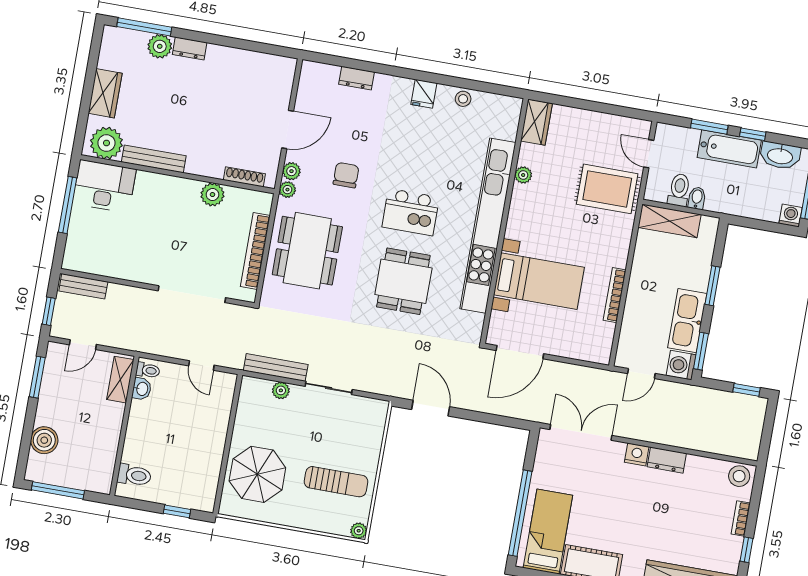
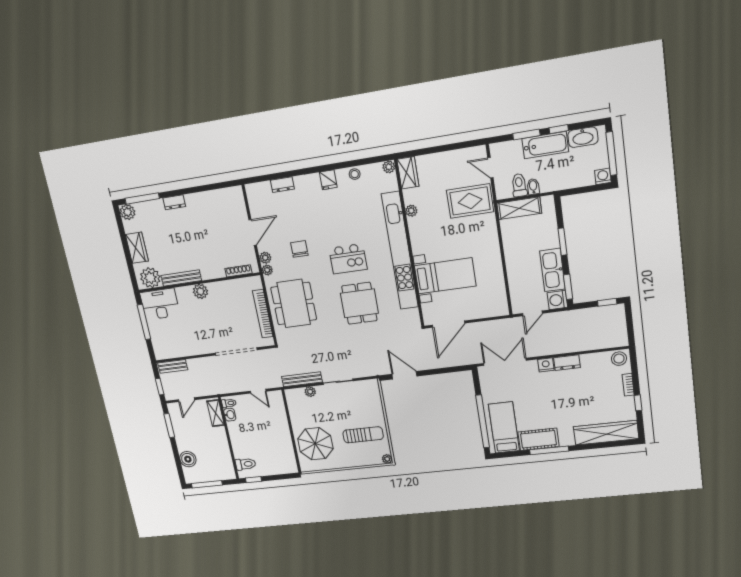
plant: (160, 46) -> (128, 212), moved
plant: (513, 105) -> (389, 167), added
plant: (212, 195) -> (200, 291), moved
bookcase: (615, 295) -> (498, 269), removed
window: (177, 511) -> (254, 480), moved

